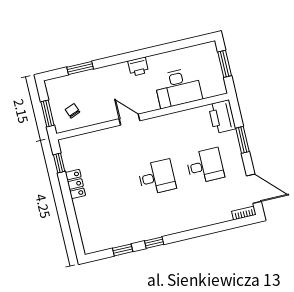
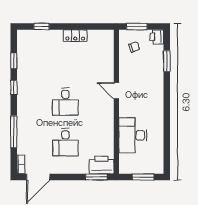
printer: (138, 67) -> (157, 37), moved
door: (129, 120) -> (116, 91), swing flipped
window: (242, 140) -> (96, 177), moved
window: (59, 163) -> (41, 27), moved
window: (207, 230) -> (14, 132), added

